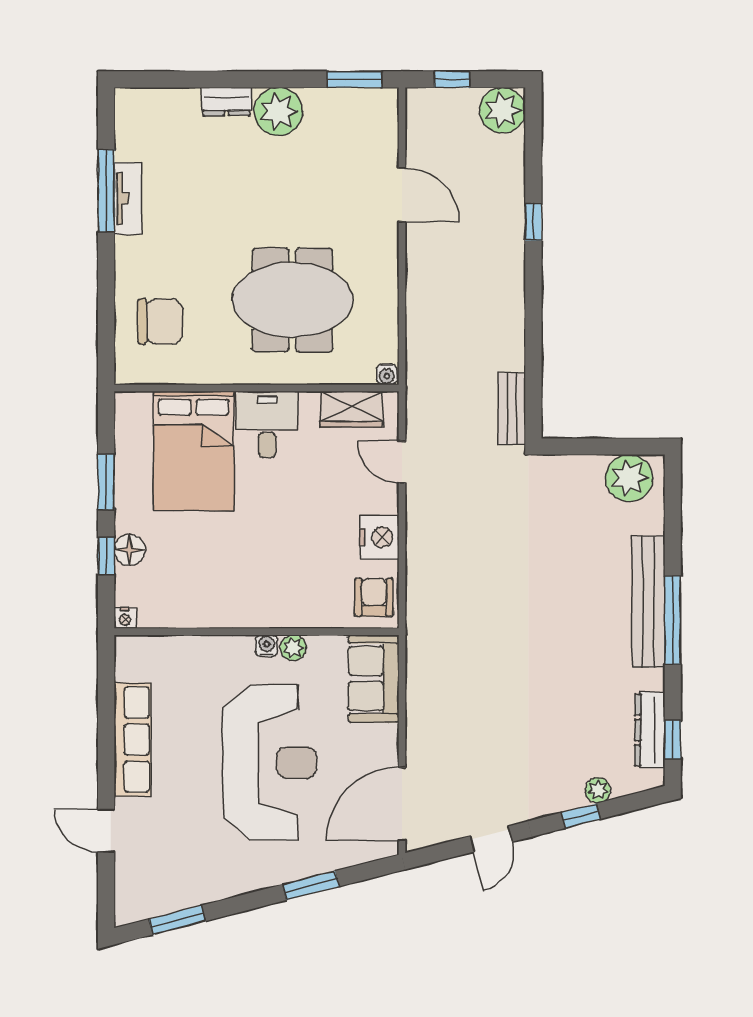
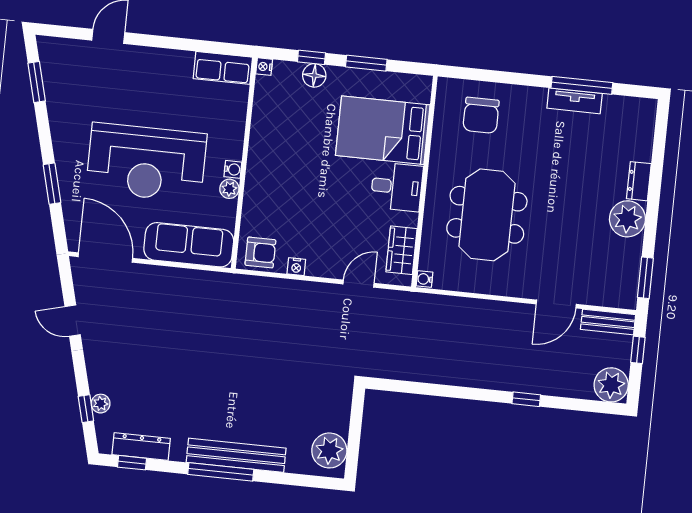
bench: (512, 409) -> (608, 322), moved
nightstand: (379, 537) -> (296, 267), width x0.53, depth x0.56
sofa: (374, 679) -> (189, 245), width x1.36
row of seats: (132, 740) -> (223, 68), moved, width x0.68
window: (581, 816) -> (86, 409), moved

